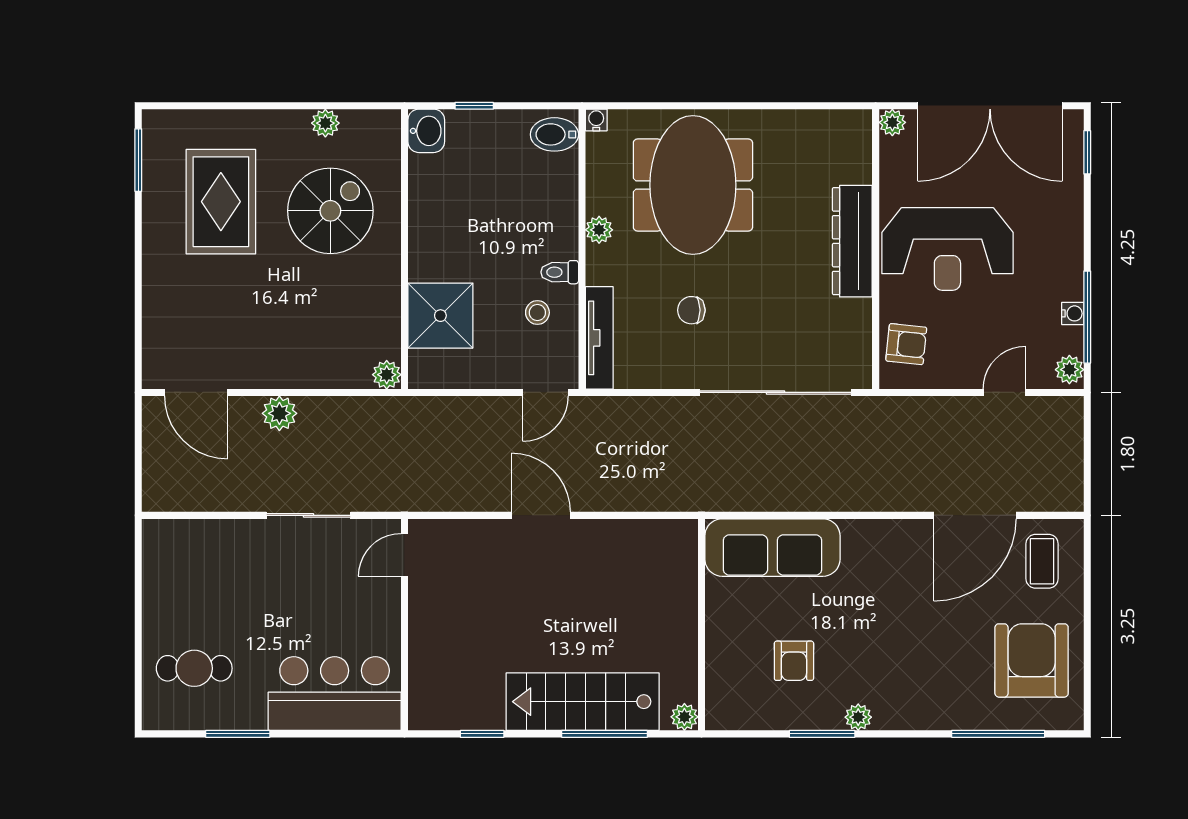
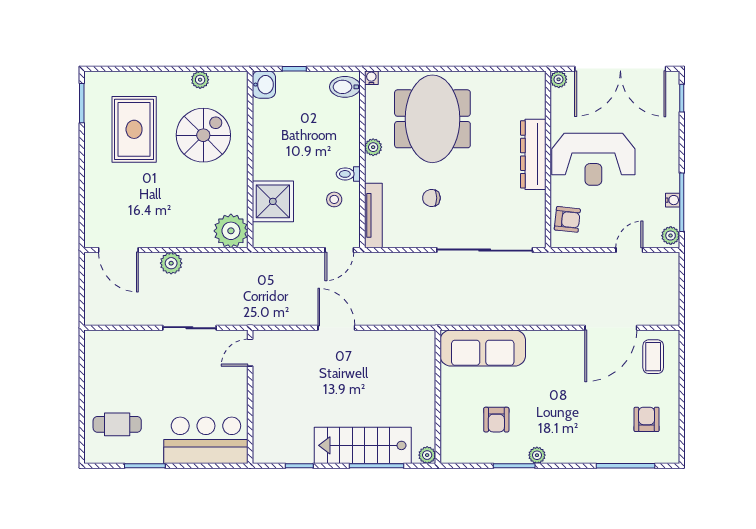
plant: (387, 375) -> (231, 231), width x1.87, depth x1.87
armchair: (1032, 660) -> (647, 419), width x0.53, depth x0.53

